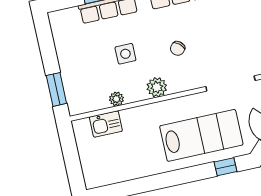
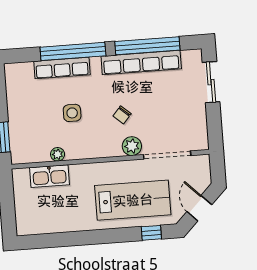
plant: (157, 87) -> (132, 146), moved
kitchen sink: (106, 124) -> (50, 176), width x1.38

